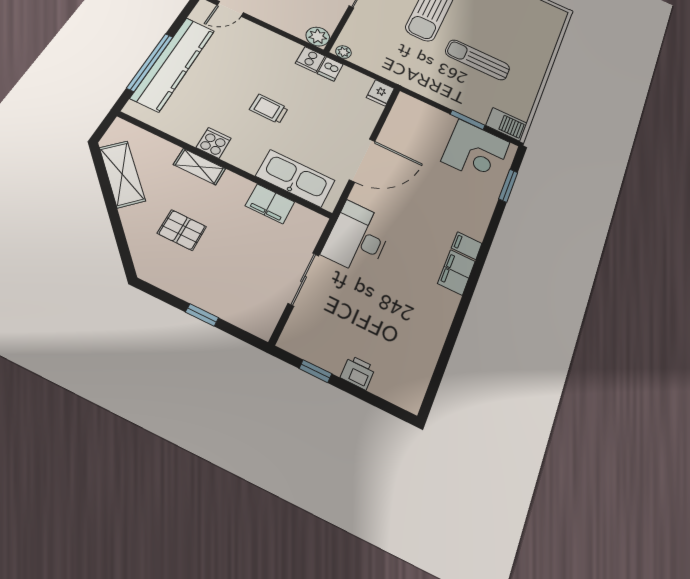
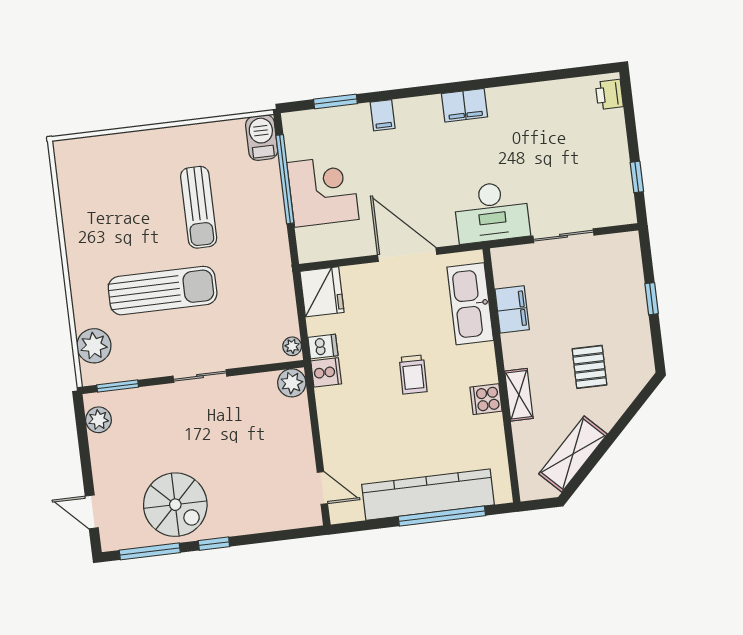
fridge: (380, 93) -> (322, 292), width x1.88, depth x1.34
window: (468, 120) -> (285, 179), width x2.11
corner desk: (476, 152) -> (323, 191), moved
filing cabinet: (467, 246) -> (383, 115), moved
printer: (358, 372) -> (609, 94), moved

